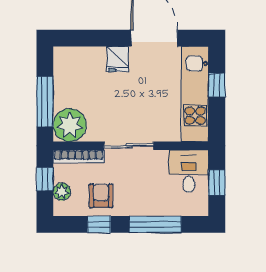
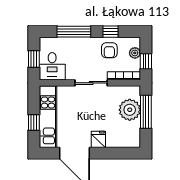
plant: (70, 125) -> (130, 110), moved

